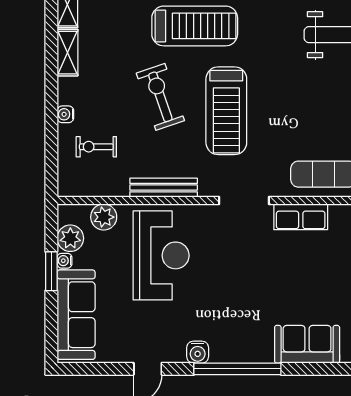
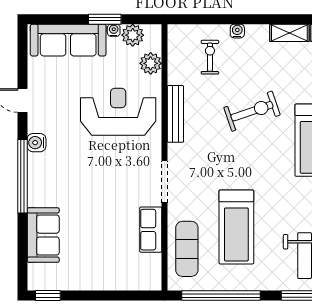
treadmill: (226, 111) -> (236, 227), moved, turned -90
reception desk: (161, 255) -> (118, 112), turned 180

